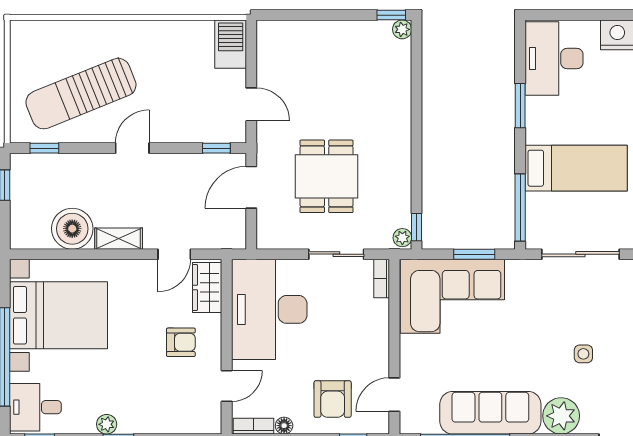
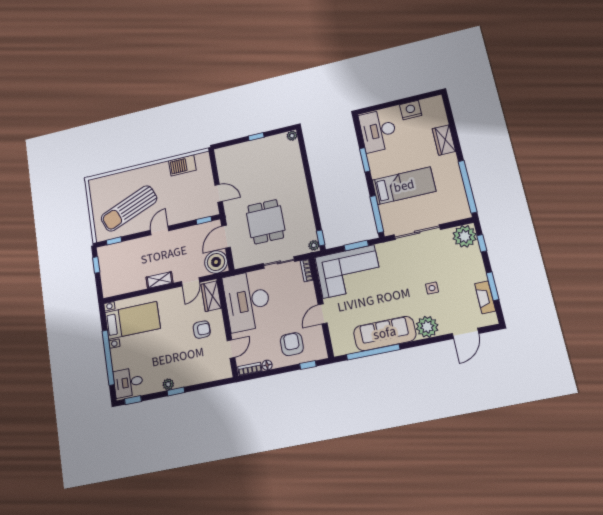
window: (391, 15) -> (256, 137), moved
barbecue: (231, 44) -> (182, 165), moved, turned -90
boiler: (72, 229) -> (216, 262), moved
bed with nightstands: (58, 315) -> (132, 320), width x0.73
door: (394, 395) -> (323, 314), moved
armchair: (333, 399) -> (292, 344), turned 180

